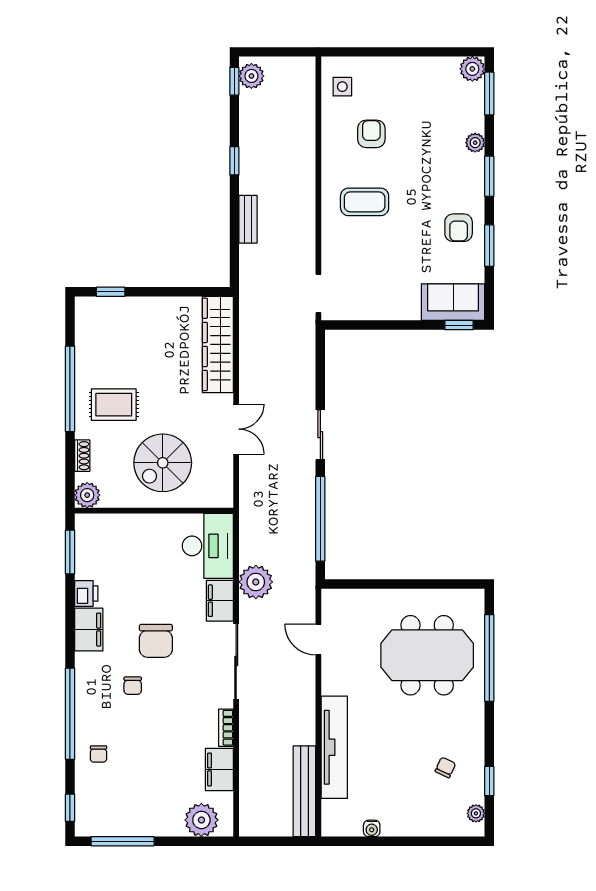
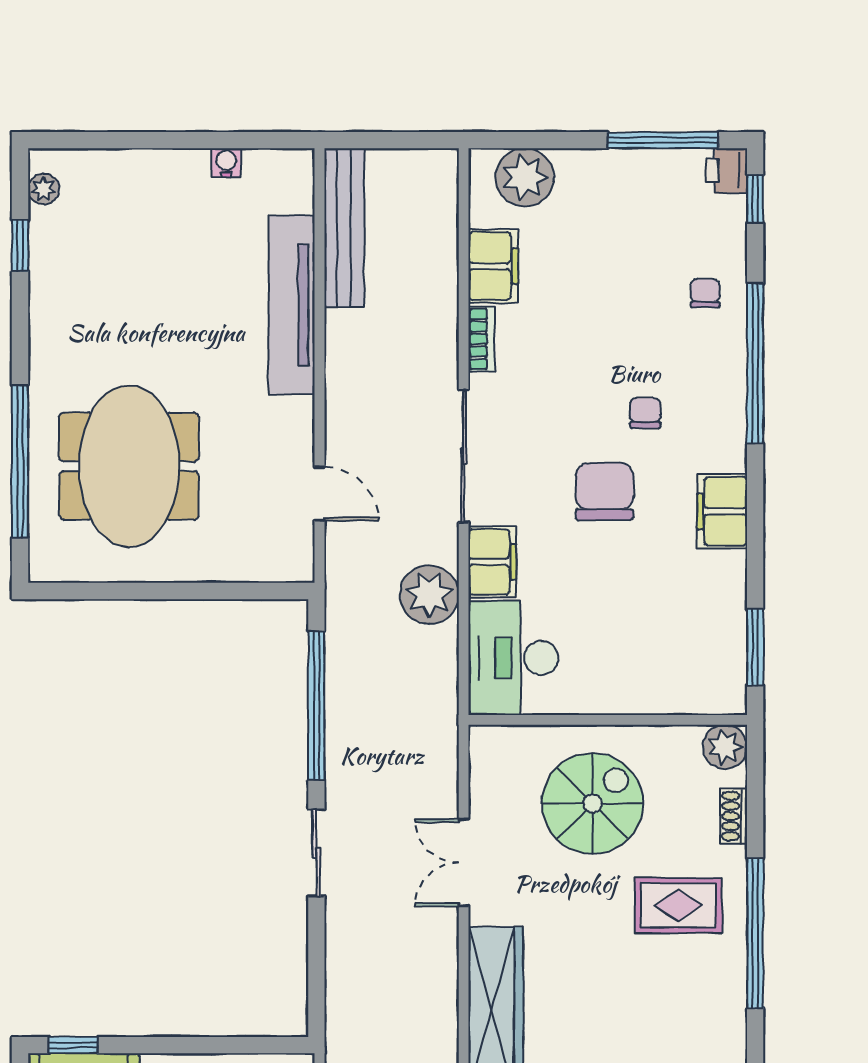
printer: (86, 593) -> (727, 171), moved
meeting table: (427, 655) -> (129, 466), turned 90
chair: (445, 767) -> (97, 270), removed

